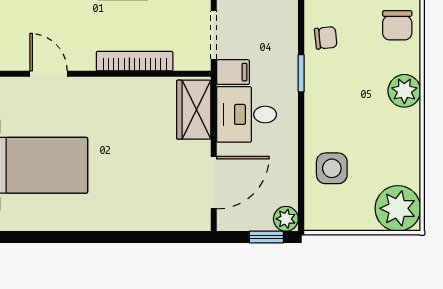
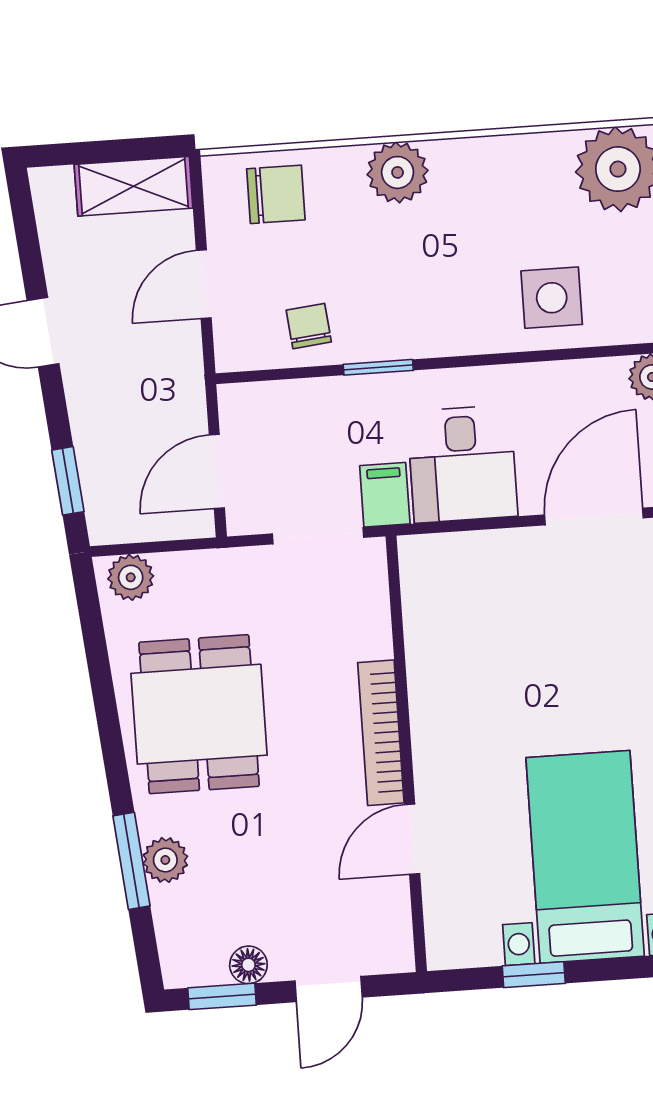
bookcase: (135, 61) -> (381, 733), moved
wardrobe: (194, 110) -> (460, 563), removed
door: (214, 183) -> (594, 516), hinge flipped

